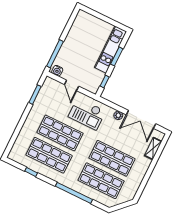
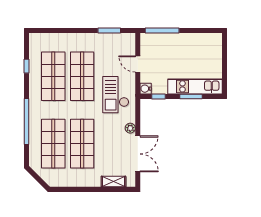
water cooler: (57, 71) -> (146, 89), moved
door: (72, 85) -> (138, 64), hinge flipped
double door: (141, 119) -> (138, 154), swing flipped

